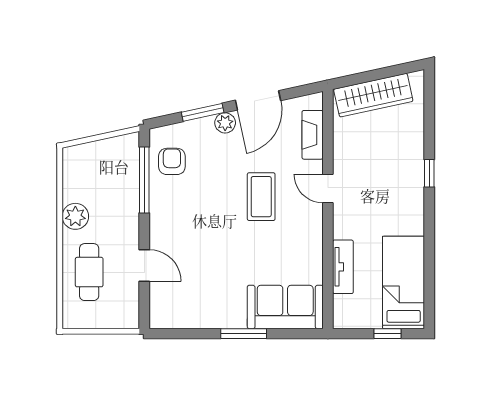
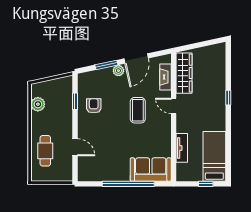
wardrobe: (373, 95) -> (184, 73), moved, turned -78
armchair: (172, 161) -> (94, 106), moved
window: (144, 180) -> (75, 101), width x0.46
plant: (75, 216) -> (38, 104), moved
window: (244, 334) -> (128, 184), width x2.11

